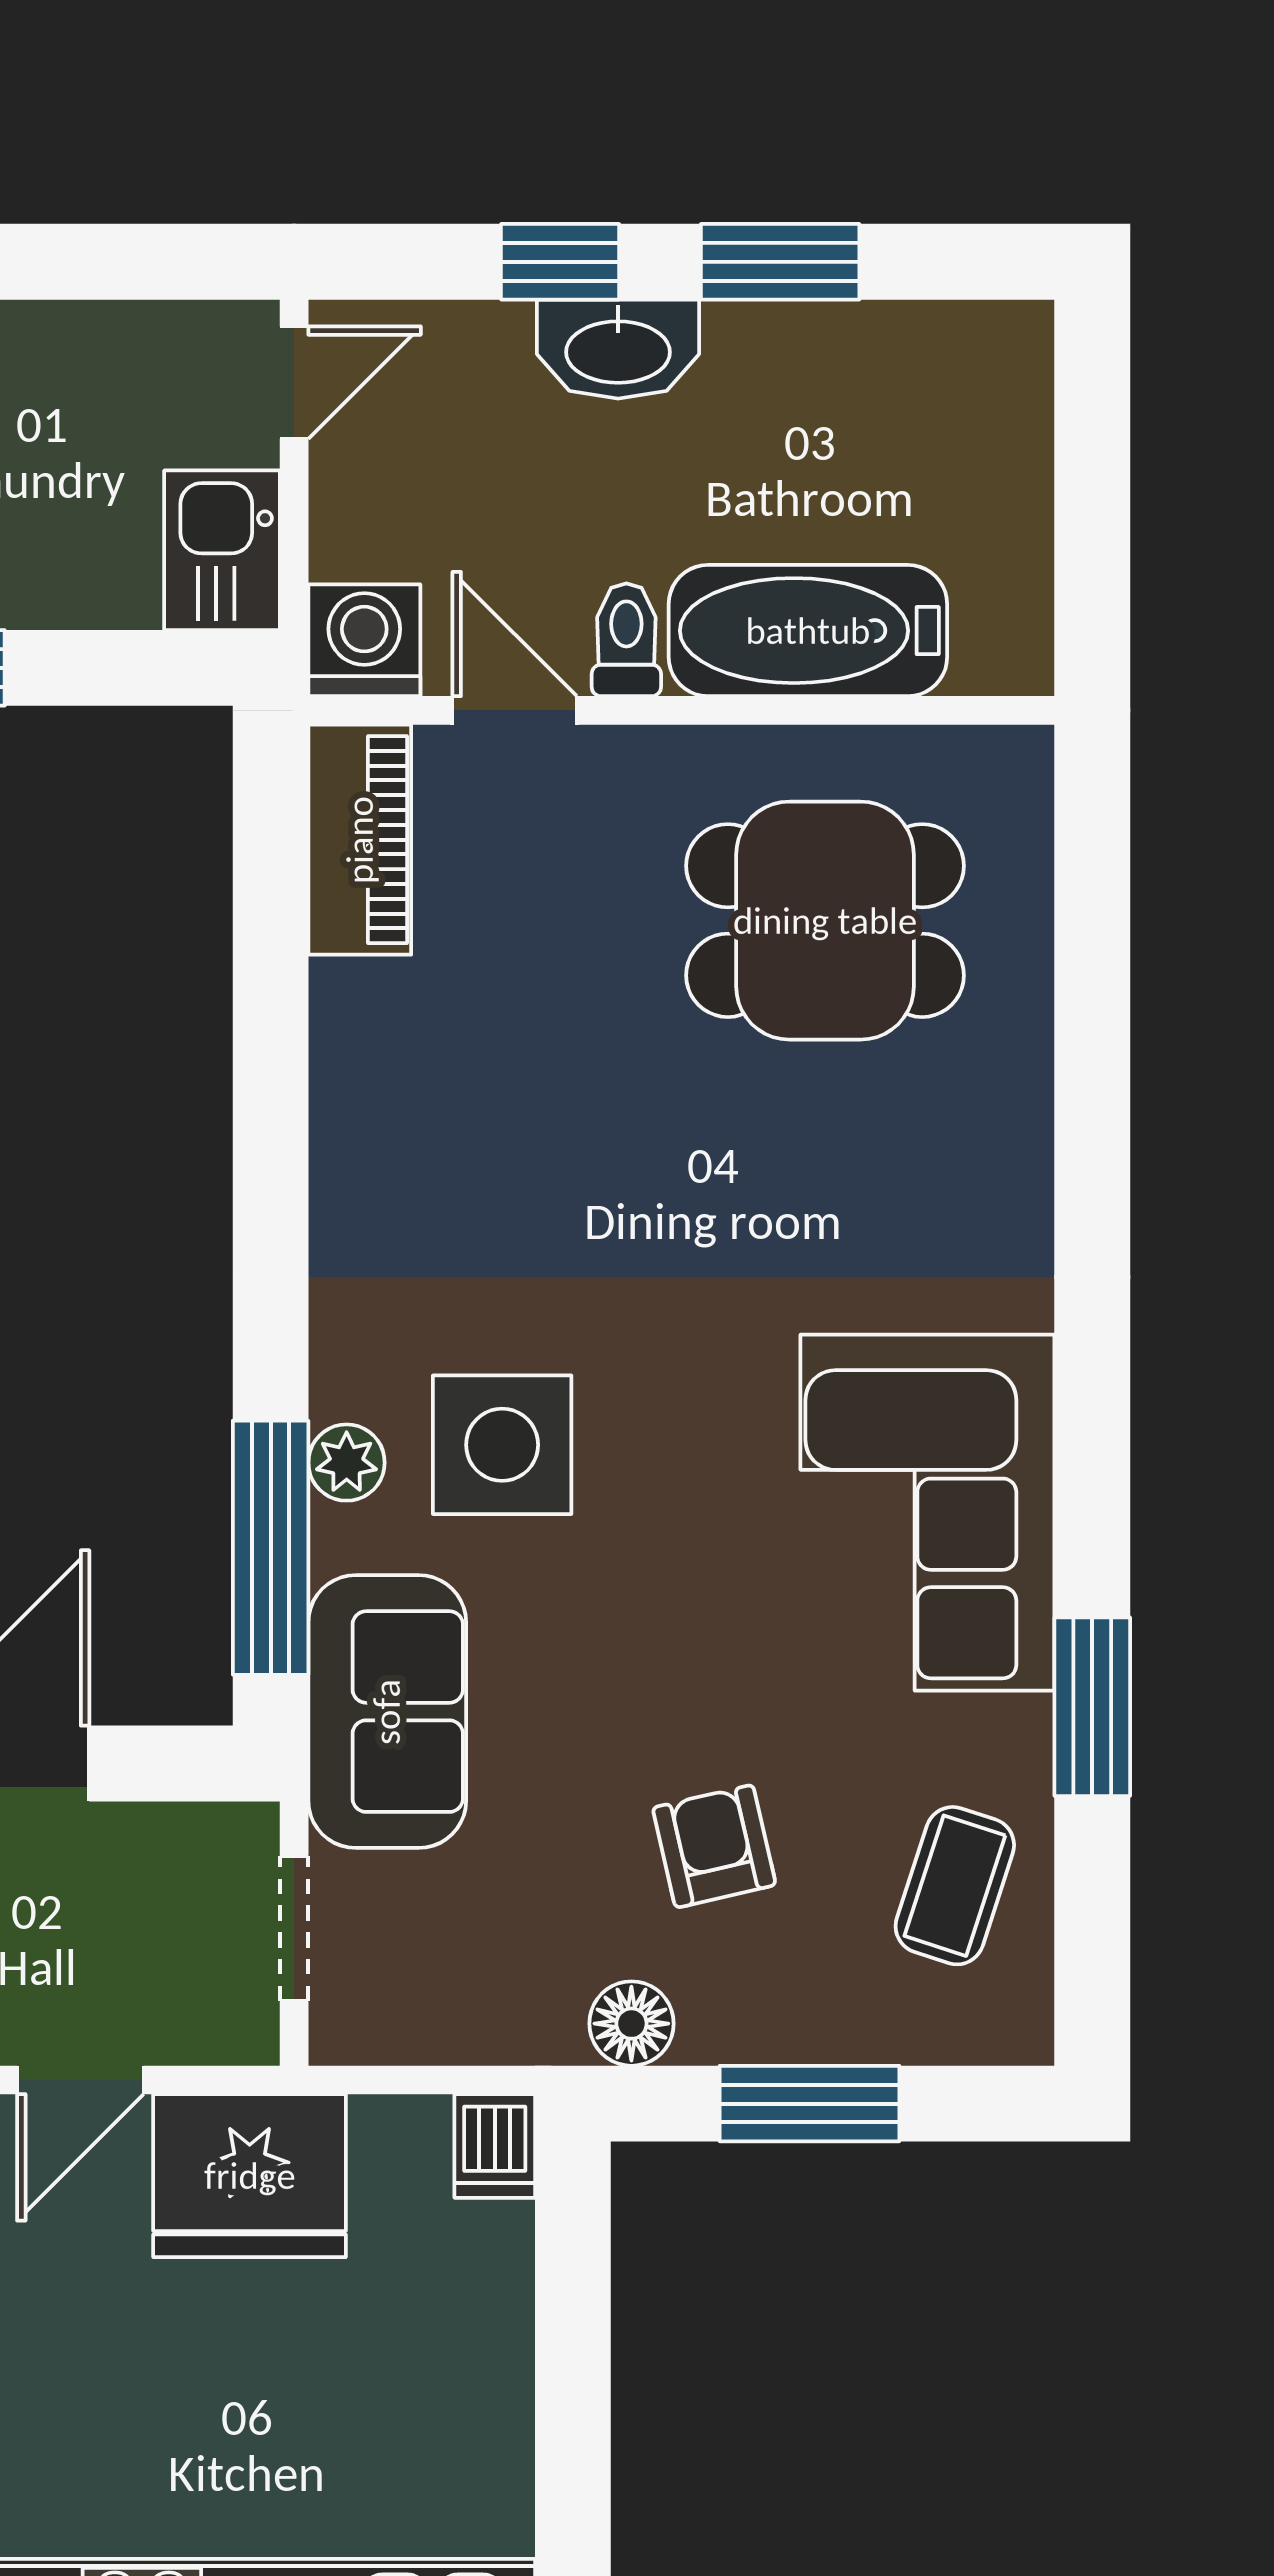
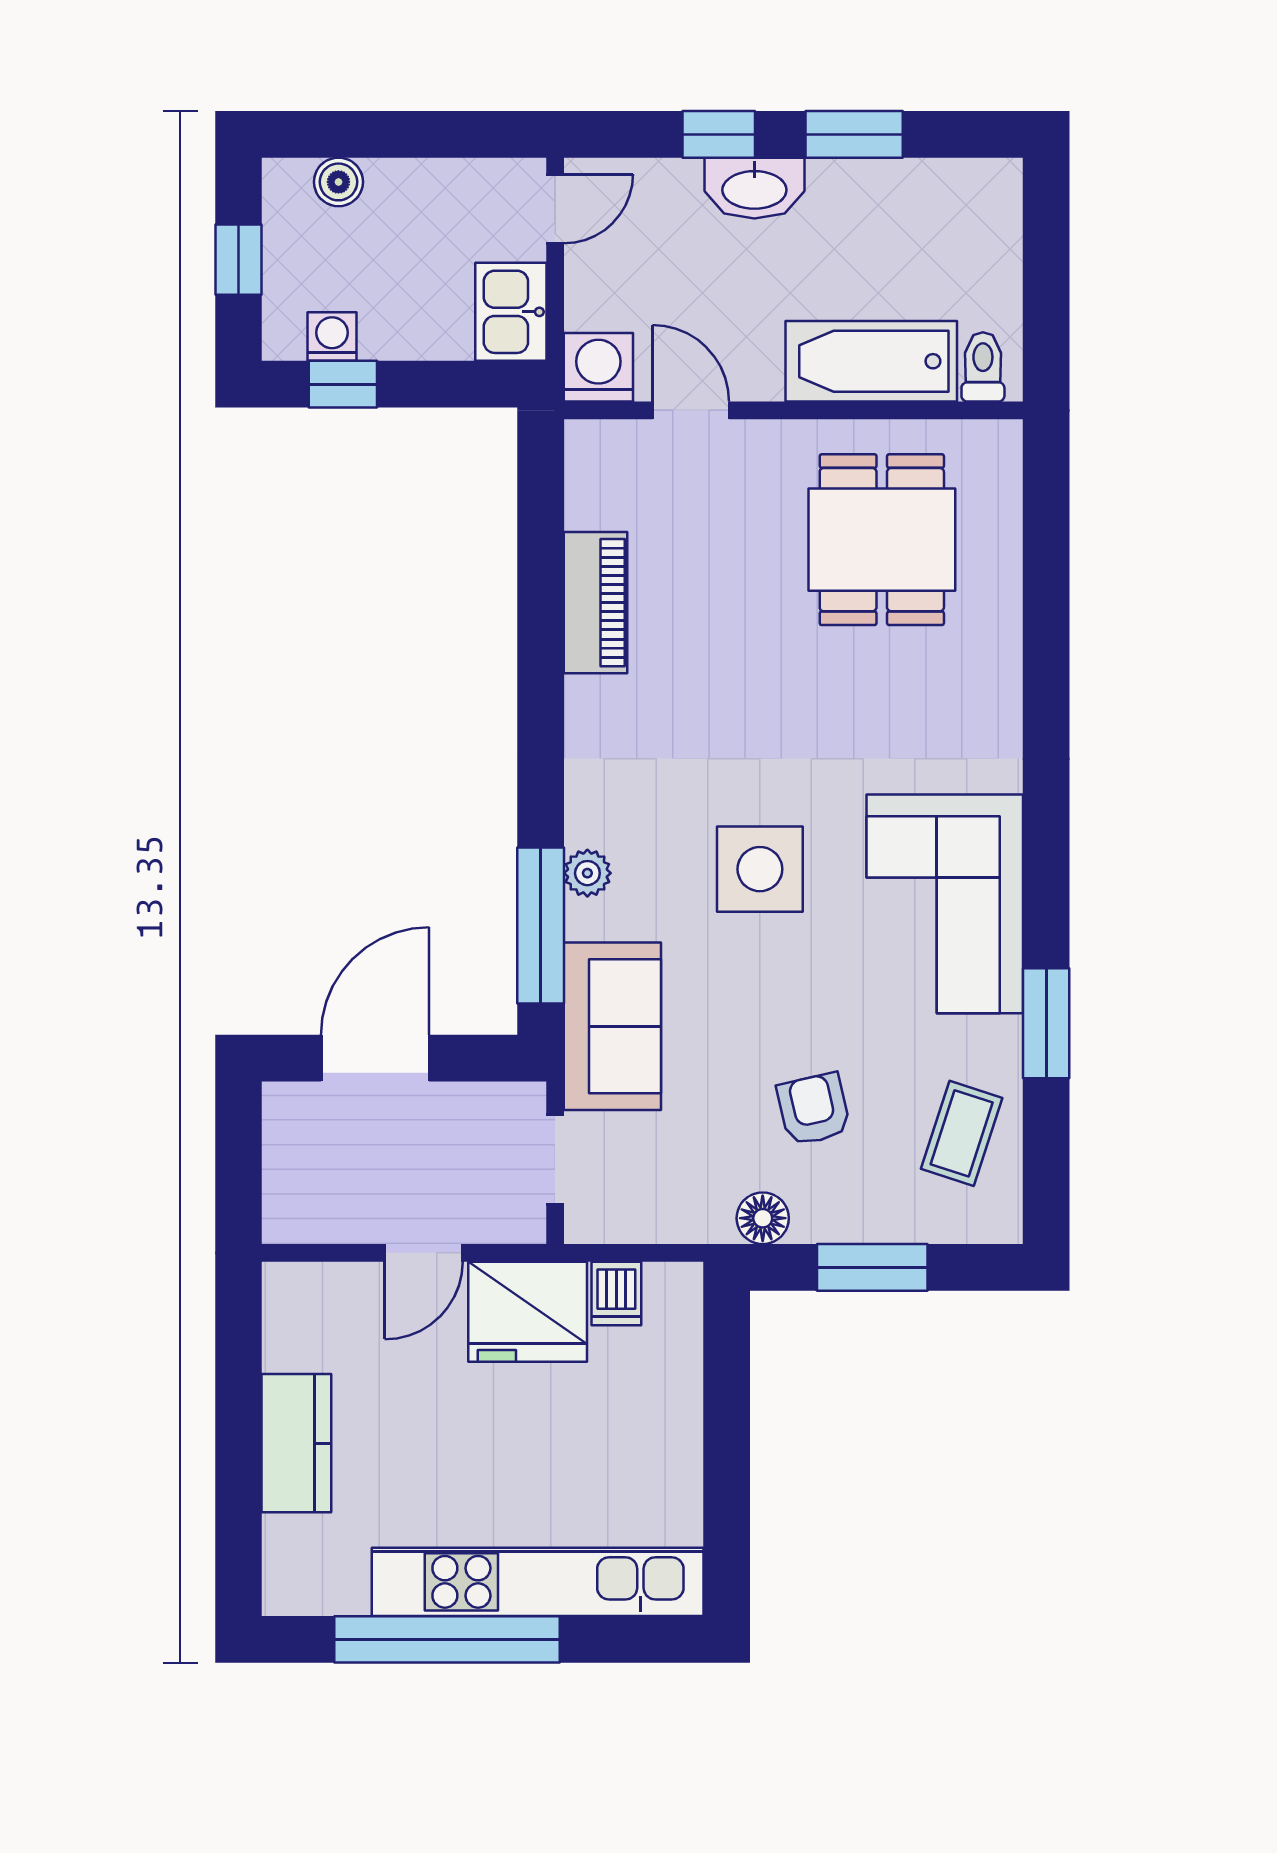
toilet: (626, 640) -> (983, 367), moved
piano: (360, 840) -> (596, 603), moved
dining table: (825, 921) -> (882, 540), turned 90
side table: (502, 1445) -> (760, 869), moved
dishwasher: (495, 2146) -> (616, 1294), moved

